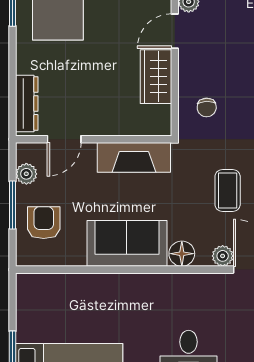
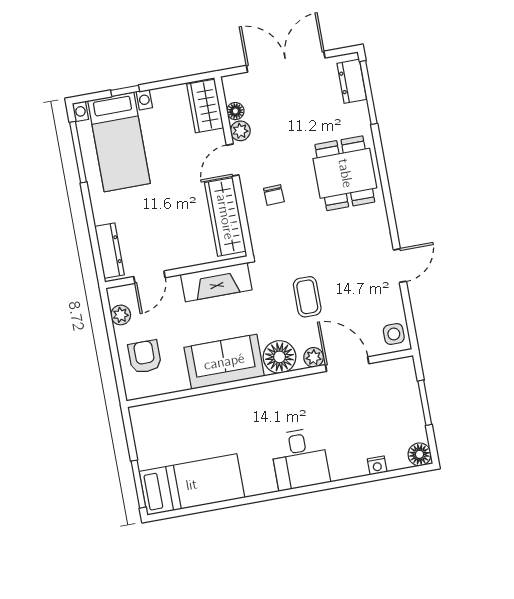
wardrobe: (156, 77) -> (225, 217), width x1.50
chair: (207, 107) -> (274, 195), moved
window: (13, 205) -> (113, 346), removed
floor lamp: (182, 254) -> (279, 357), width x1.38, depth x1.38

